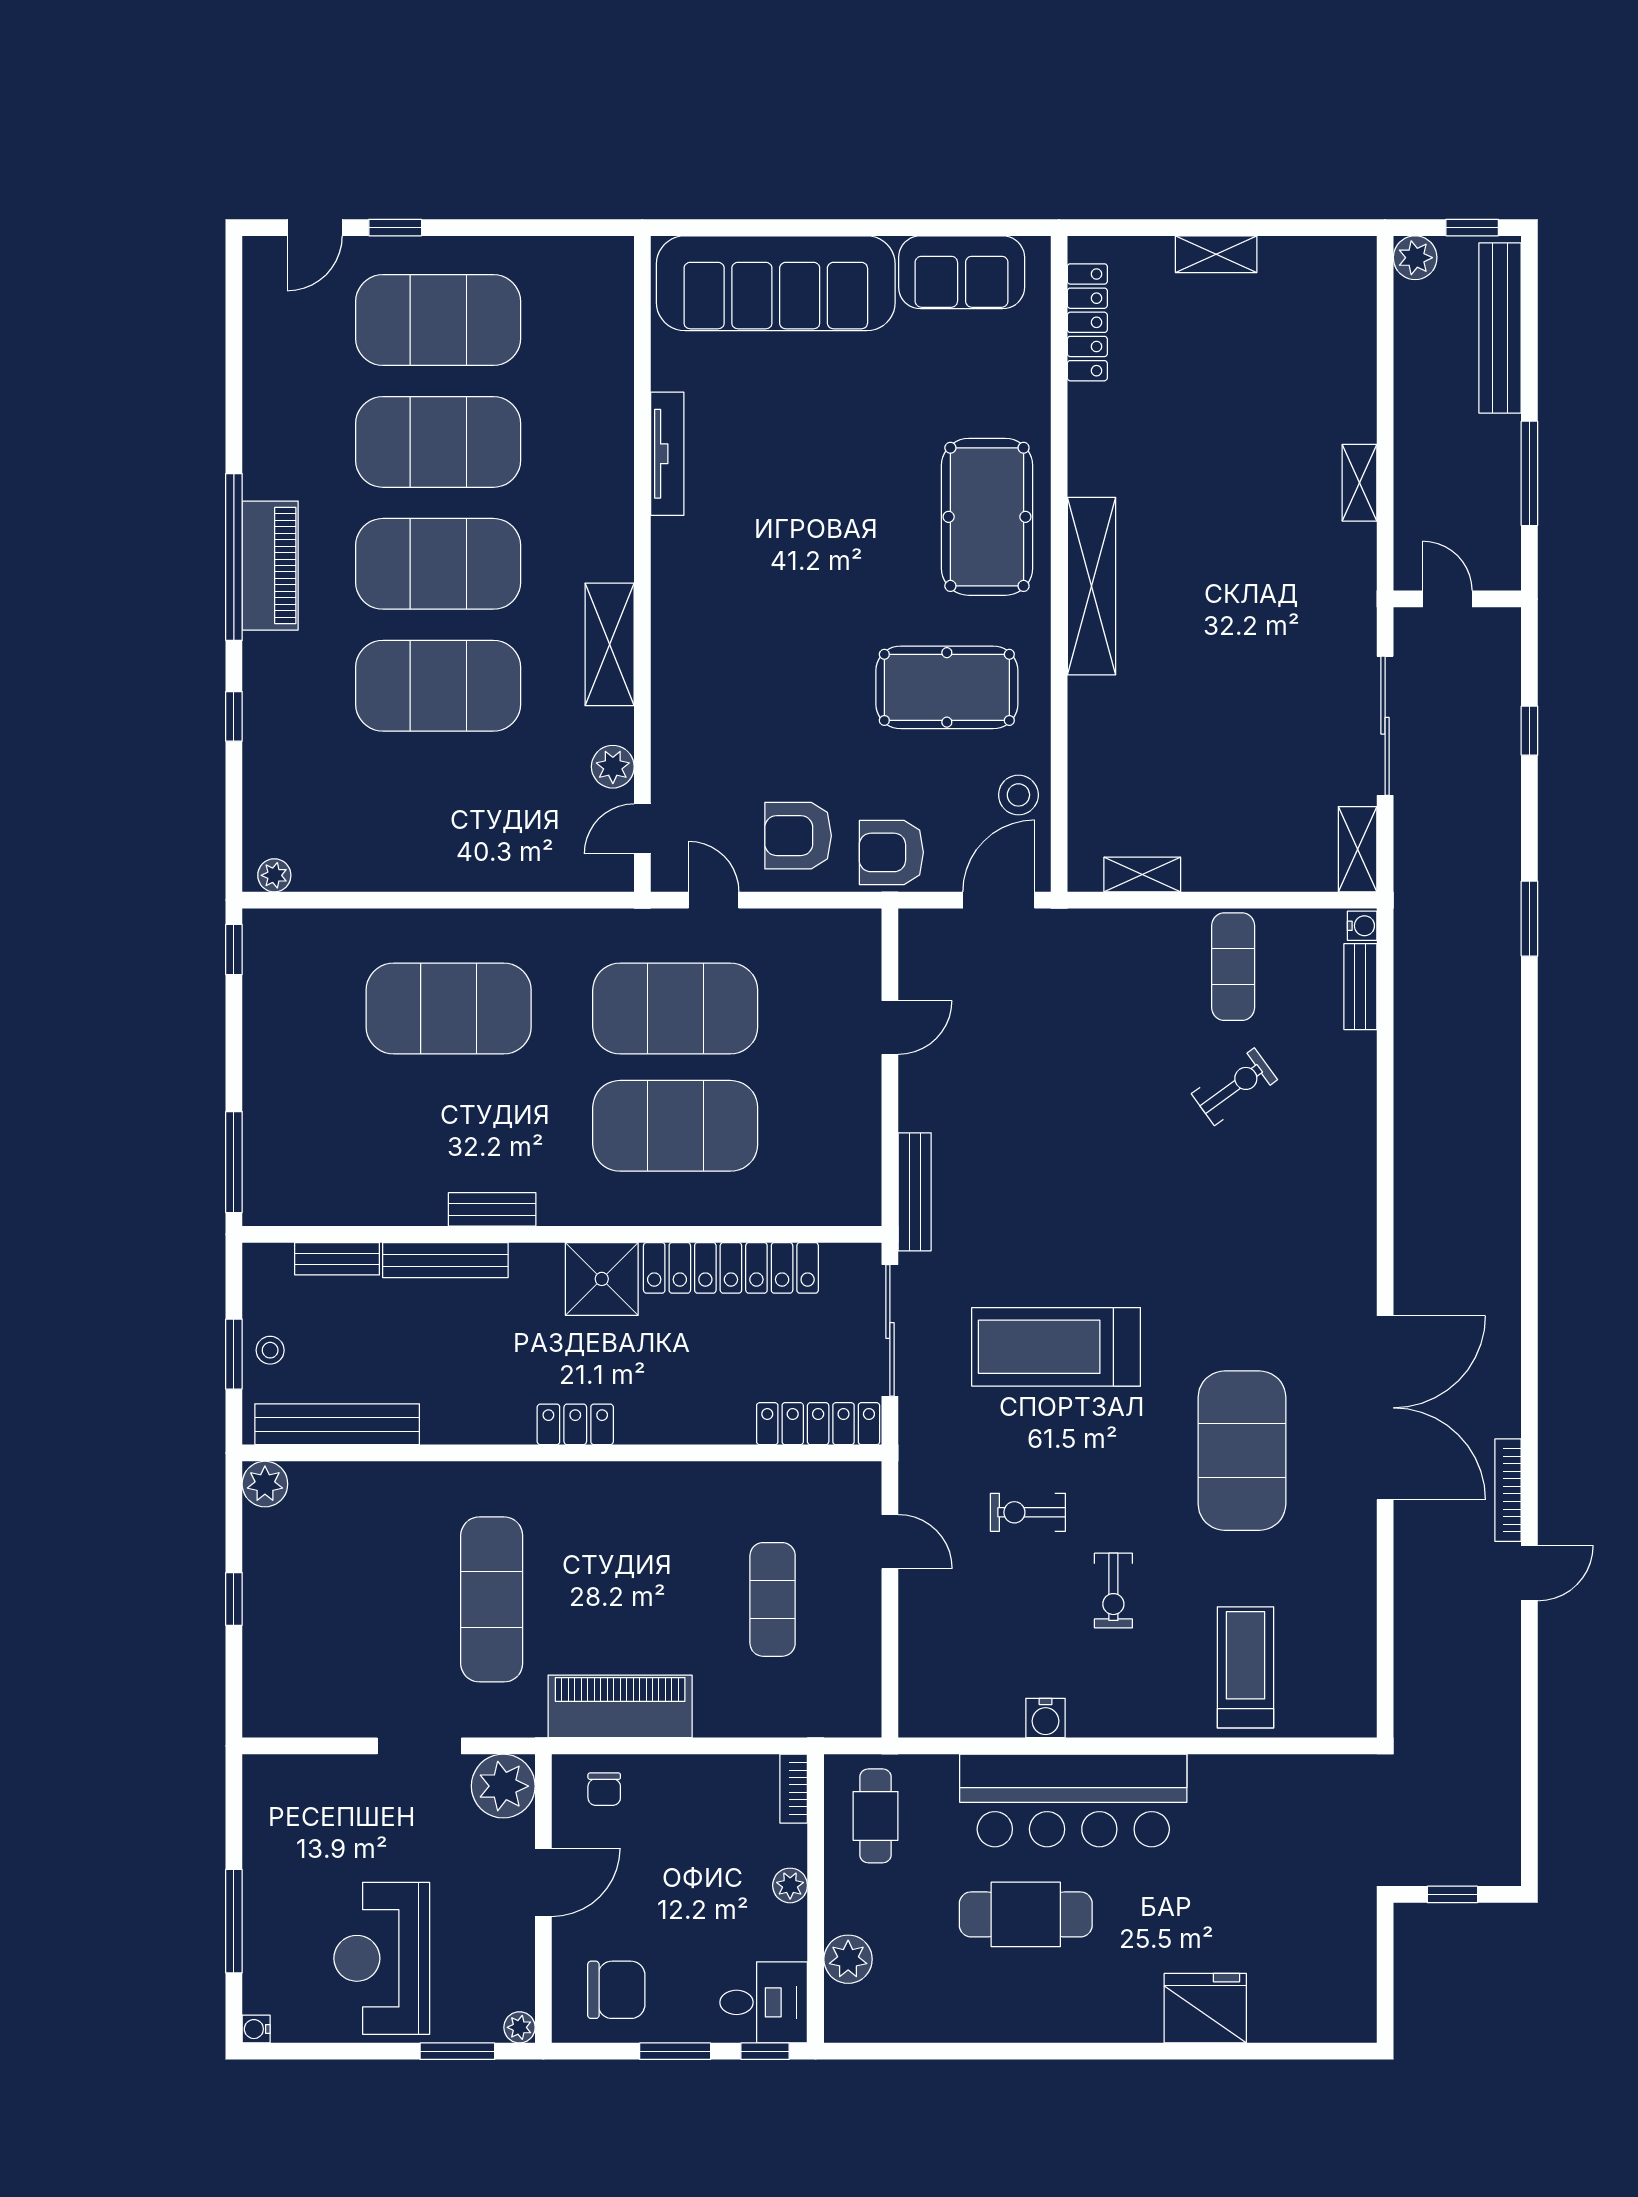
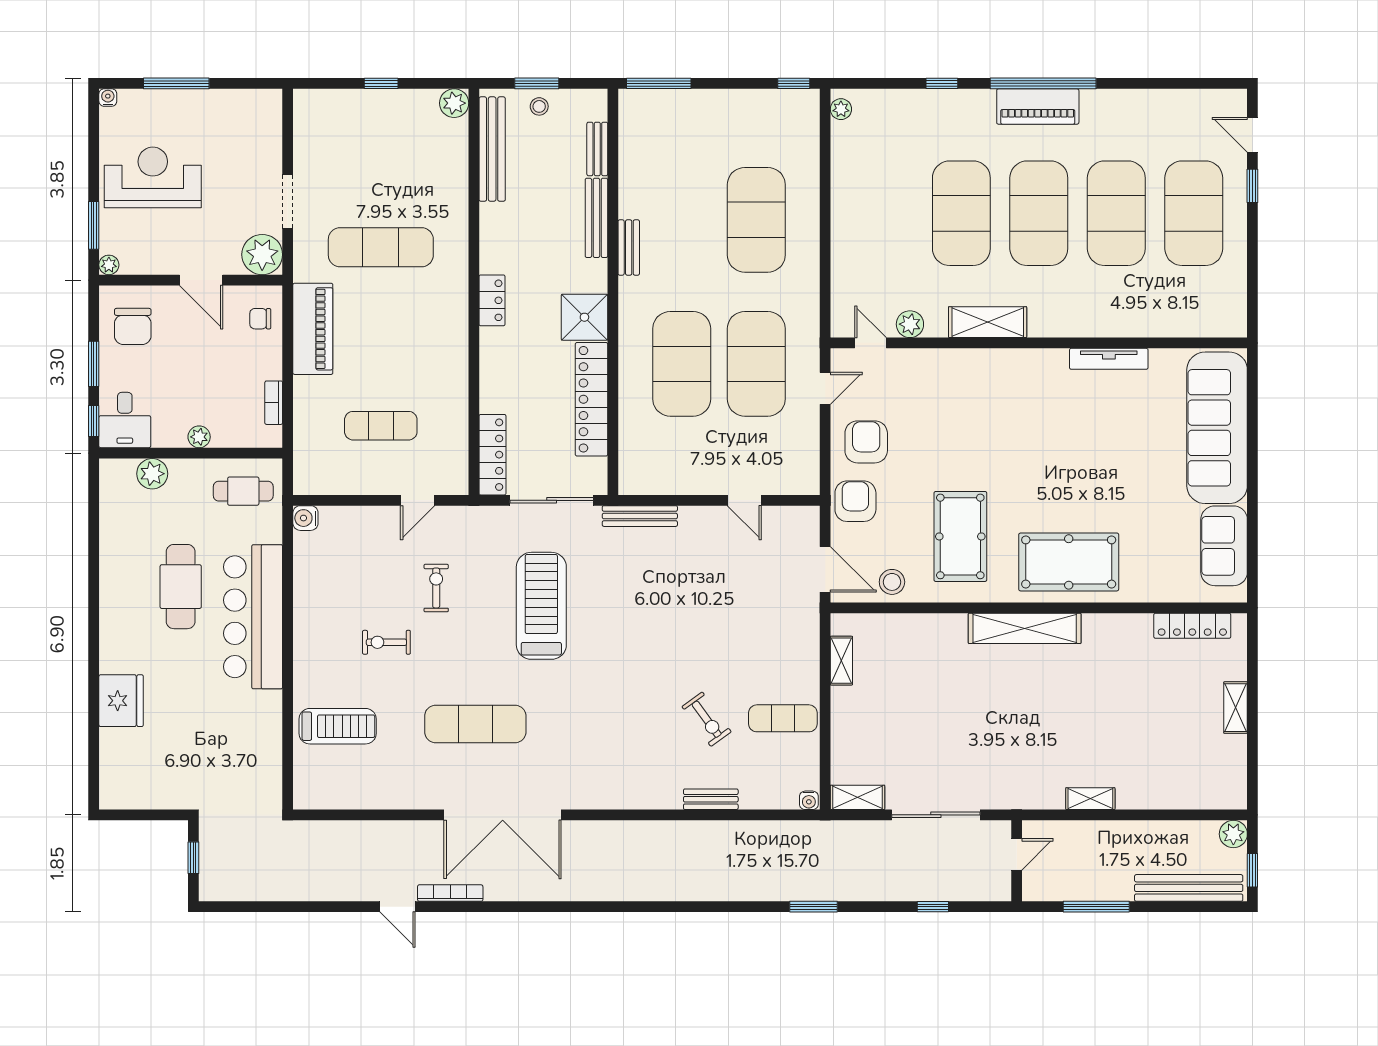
bench: (1360, 987) -> (711, 799), moved
exercise mat: (1242, 1451) -> (475, 724), width x0.68
water cooler: (1045, 1718) -> (305, 518), moved
bookcase: (794, 1789) -> (274, 403), moved, turned -90

